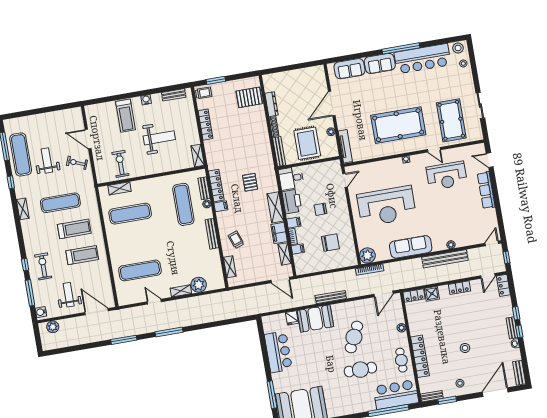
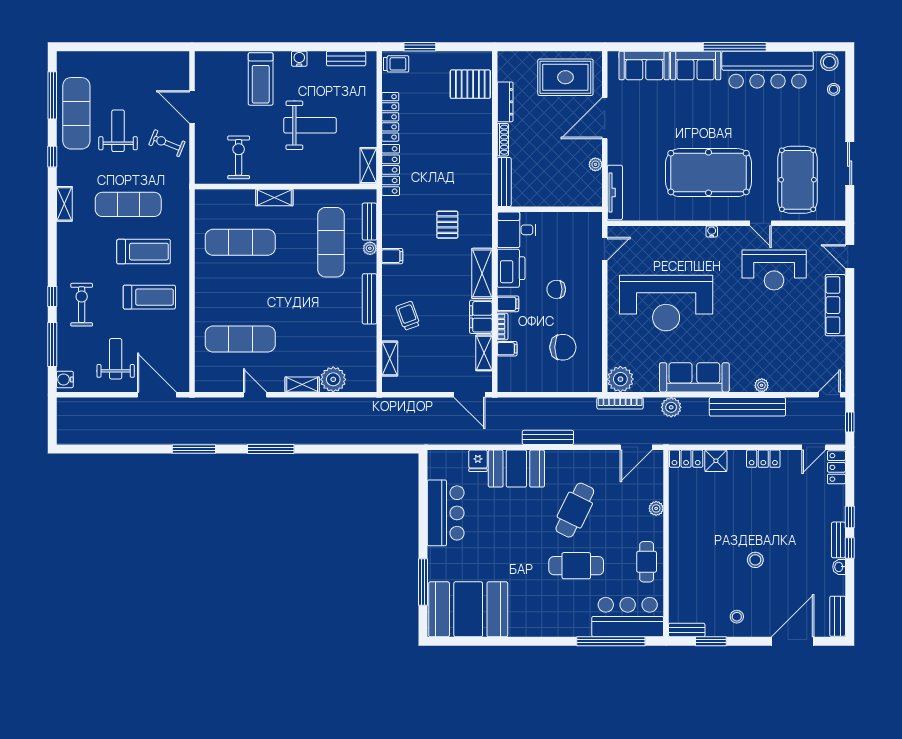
rug: (307, 143) -> (565, 77), moved, turned 90
locker: (216, 186) -> (391, 170), moved
shelving: (119, 188) -> (274, 198), moved
plant: (53, 327) -> (671, 407), moved
locker: (420, 356) -> (678, 561), removed

